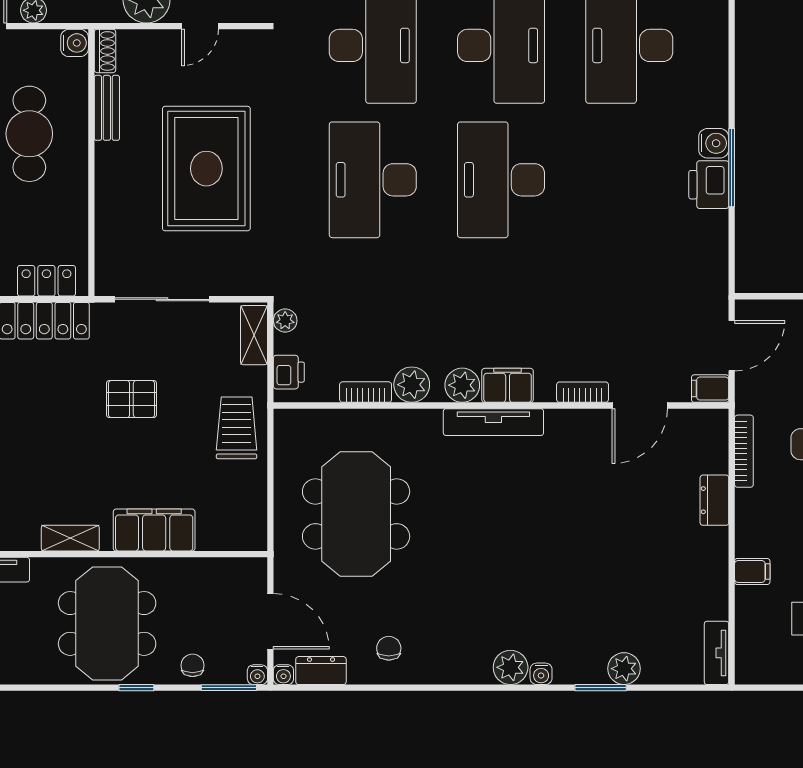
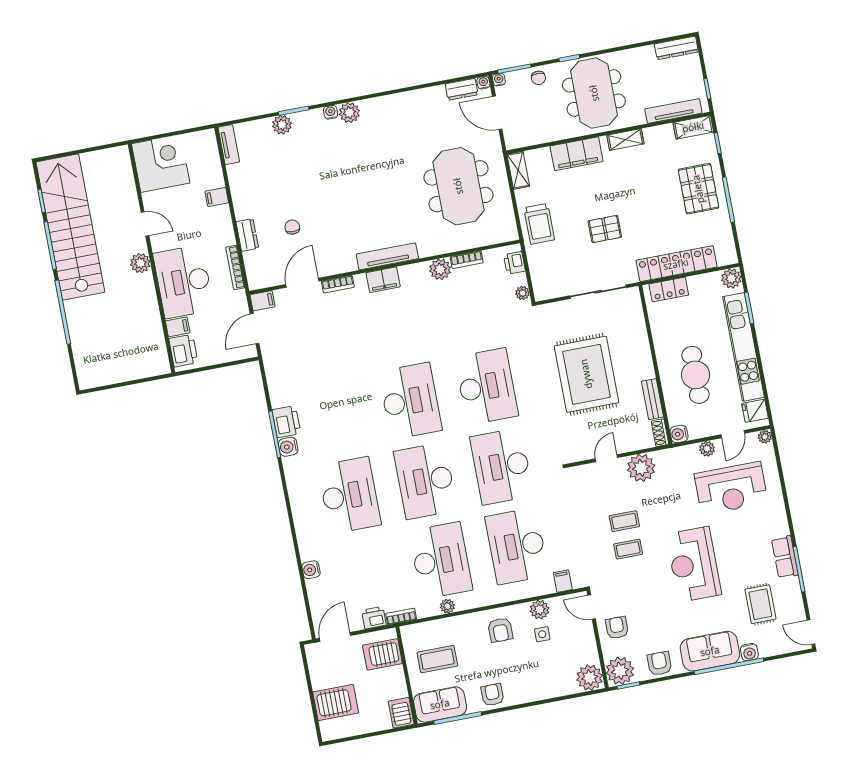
shelving: (254, 335) -> (518, 170), moved
plant: (462, 385) -> (410, 275), removed
chair: (389, 648) -> (292, 227), moved, turned 180

